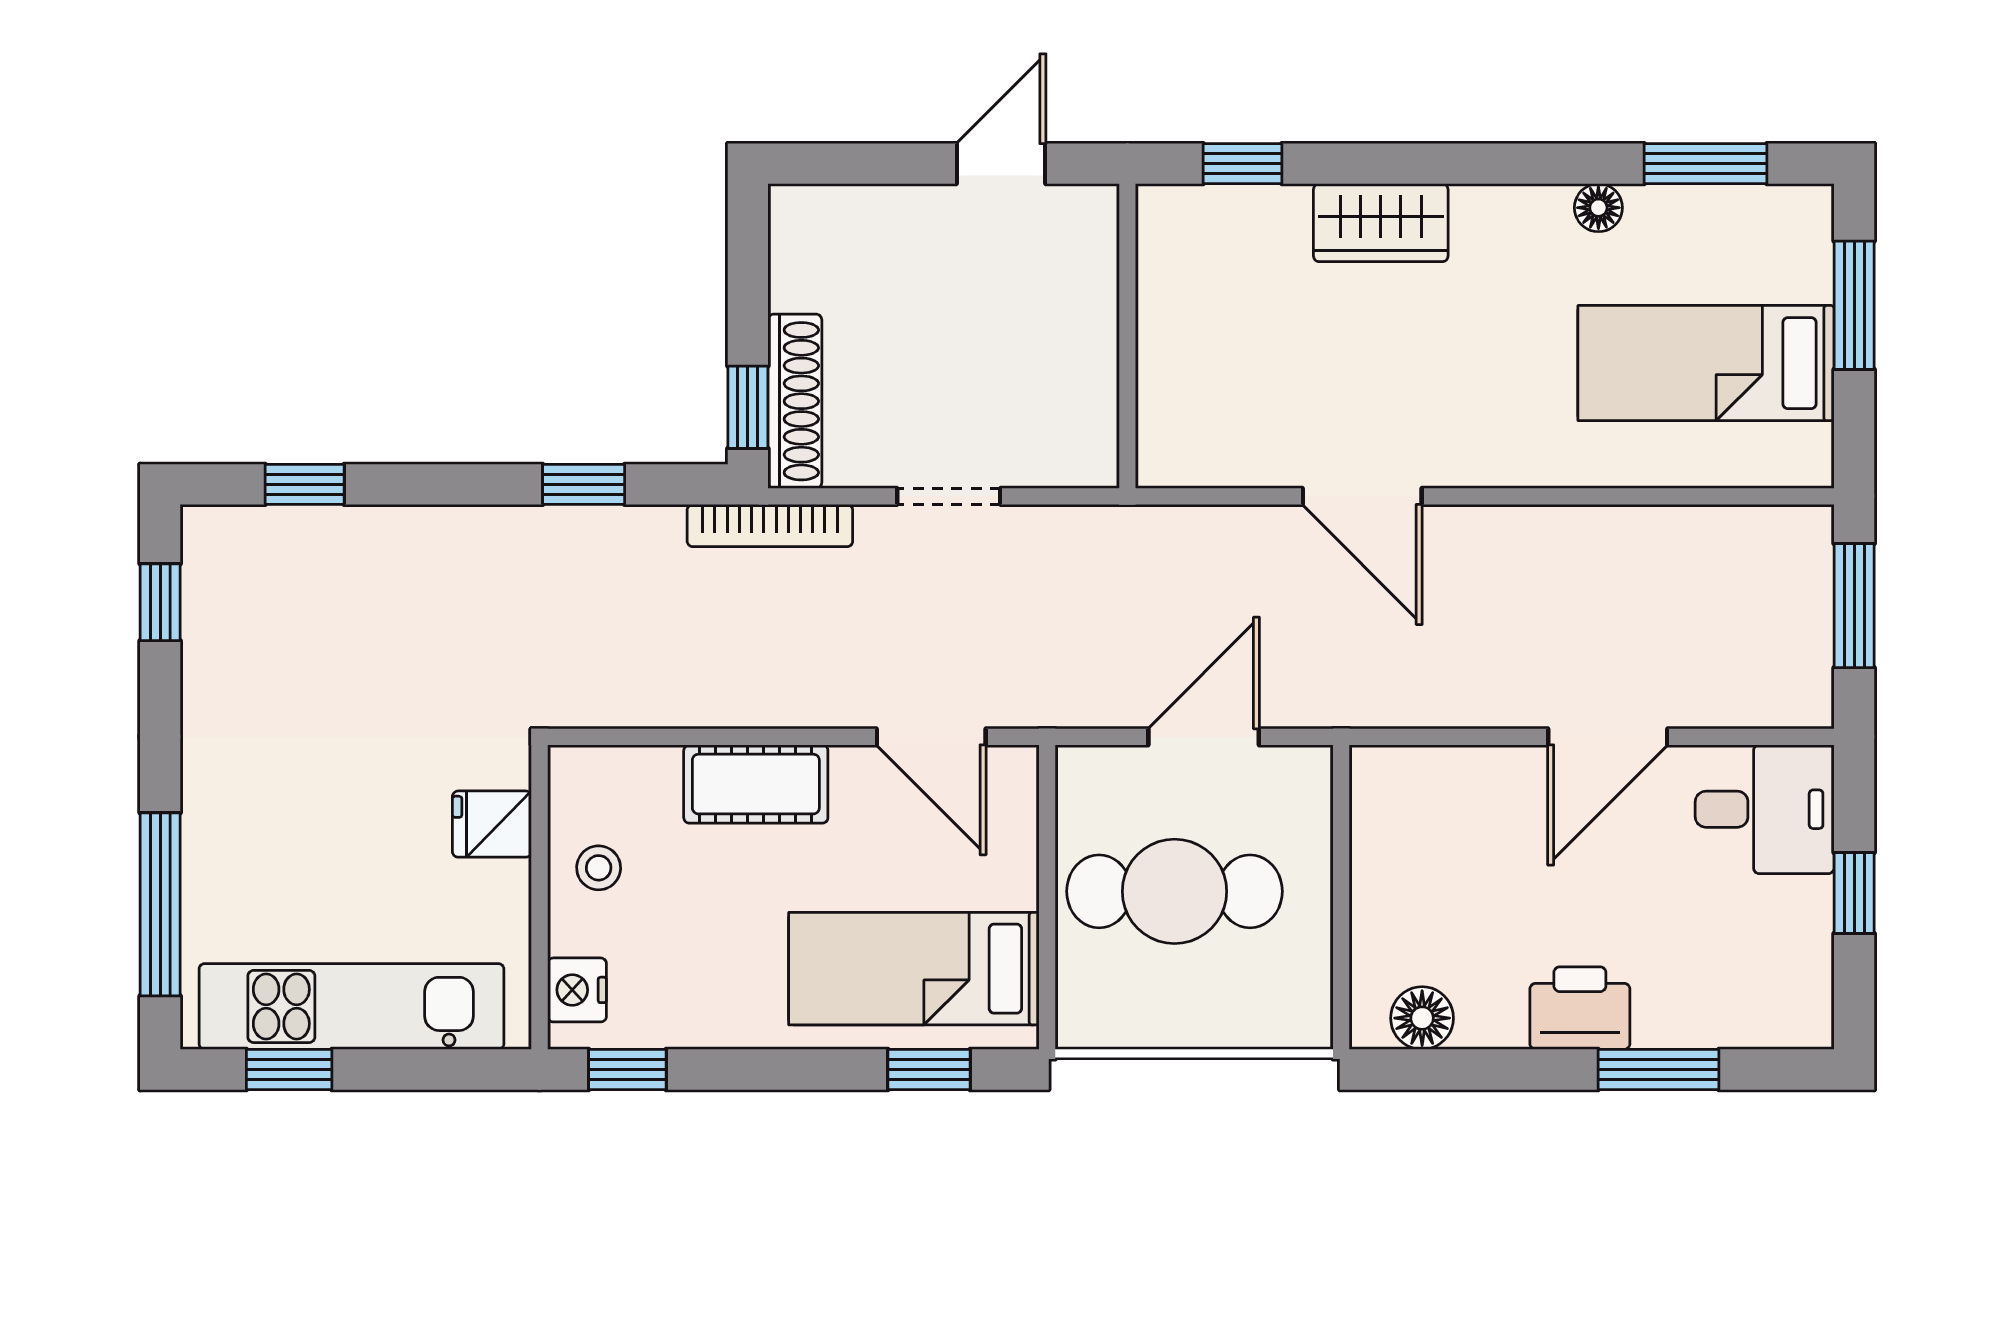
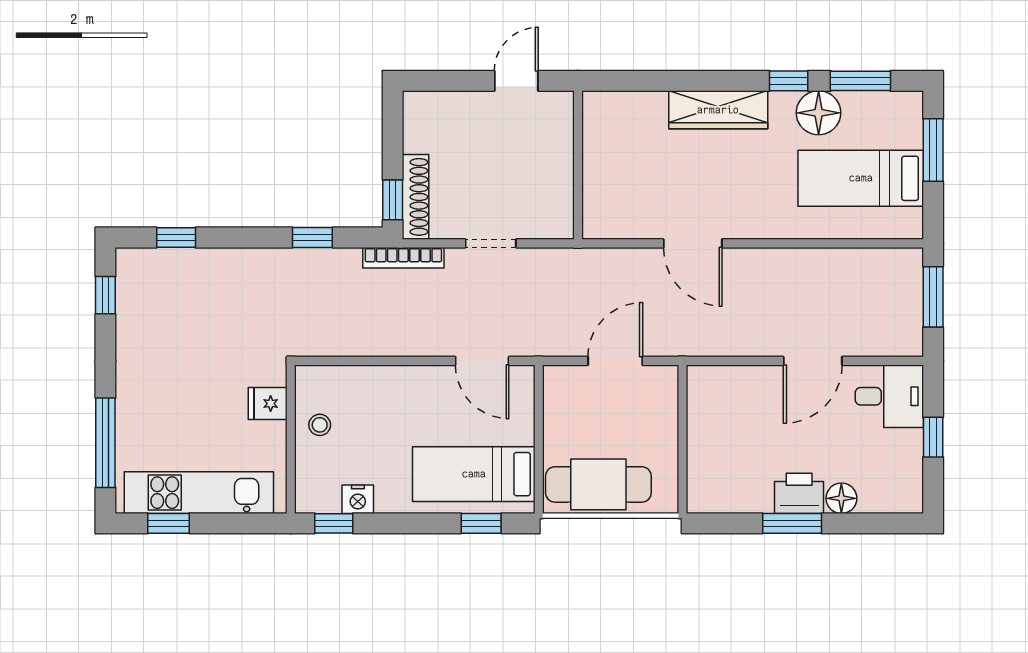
window: (1242, 164) -> (789, 81), moved
floor lamp: (1598, 208) -> (819, 113), width x1.89, depth x1.89
wardrobe: (1381, 223) -> (718, 110), width x1.50
cot: (756, 784) -> (397, 384), removed
cafe table: (1174, 891) -> (598, 484), moved
nightstand: (577, 990) -> (358, 499), moved, turned -90
floor lamp: (1422, 1018) -> (841, 498), moved
window: (1659, 1069) -> (792, 523), moved

